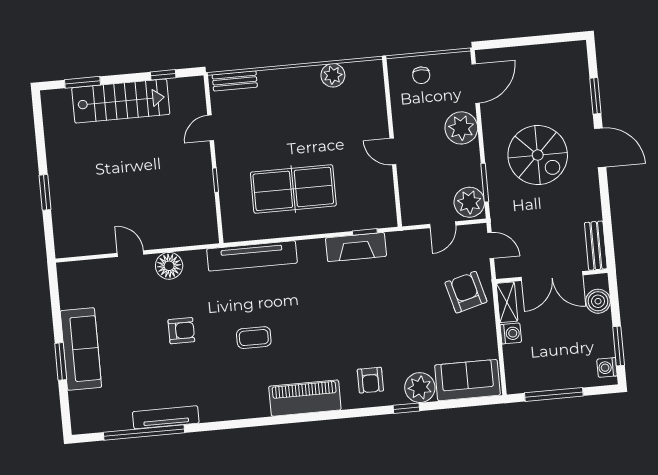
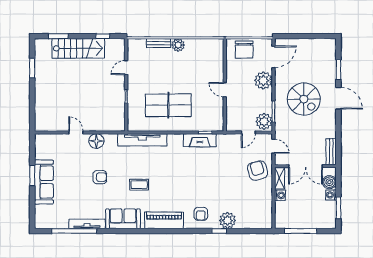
plant: (333, 75) -> (178, 45), moved
chair: (421, 75) -> (244, 49), width x1.87, depth x1.87
bench: (235, 81) -> (159, 43), moved
window: (45, 192) -> (32, 68), moved
window: (61, 361) -> (32, 176), moved
washing machine: (607, 368) -> (331, 195), moved
sofa: (467, 380) -> (123, 219), moved

